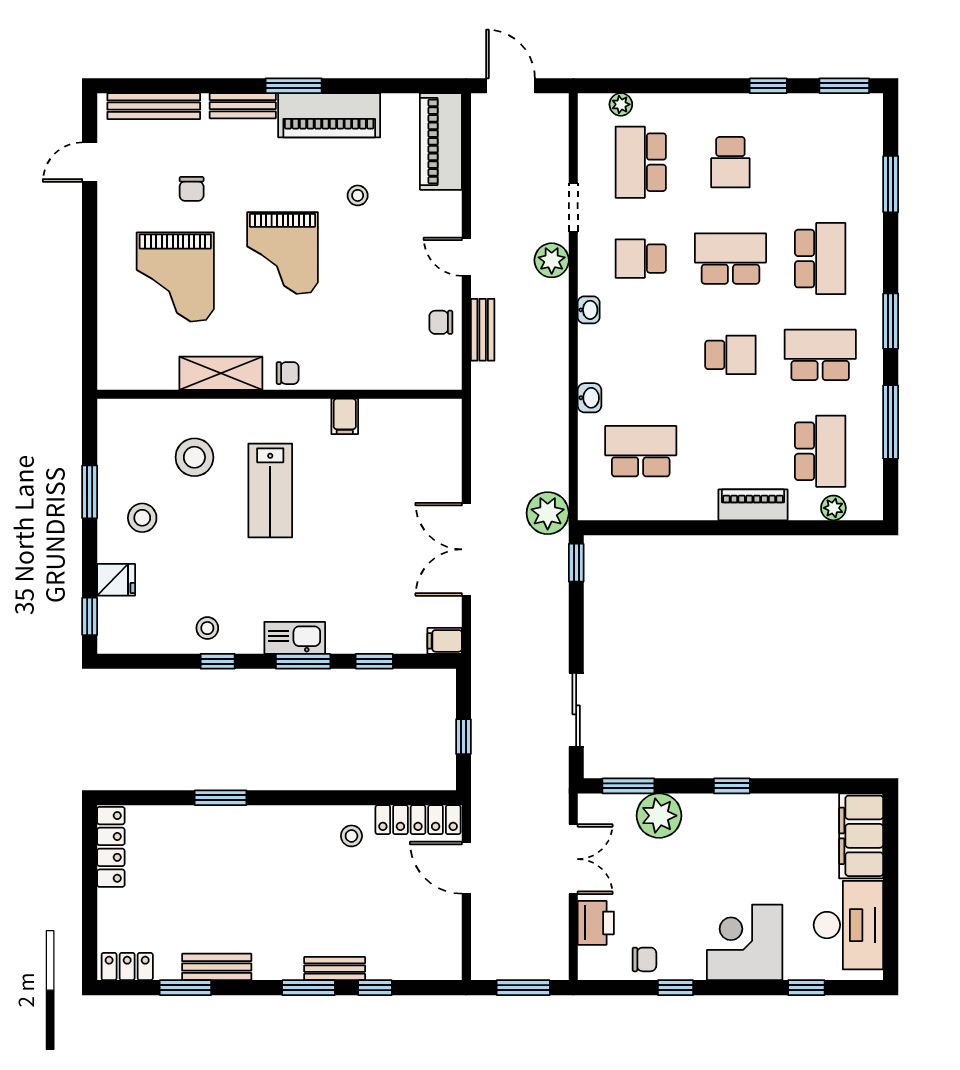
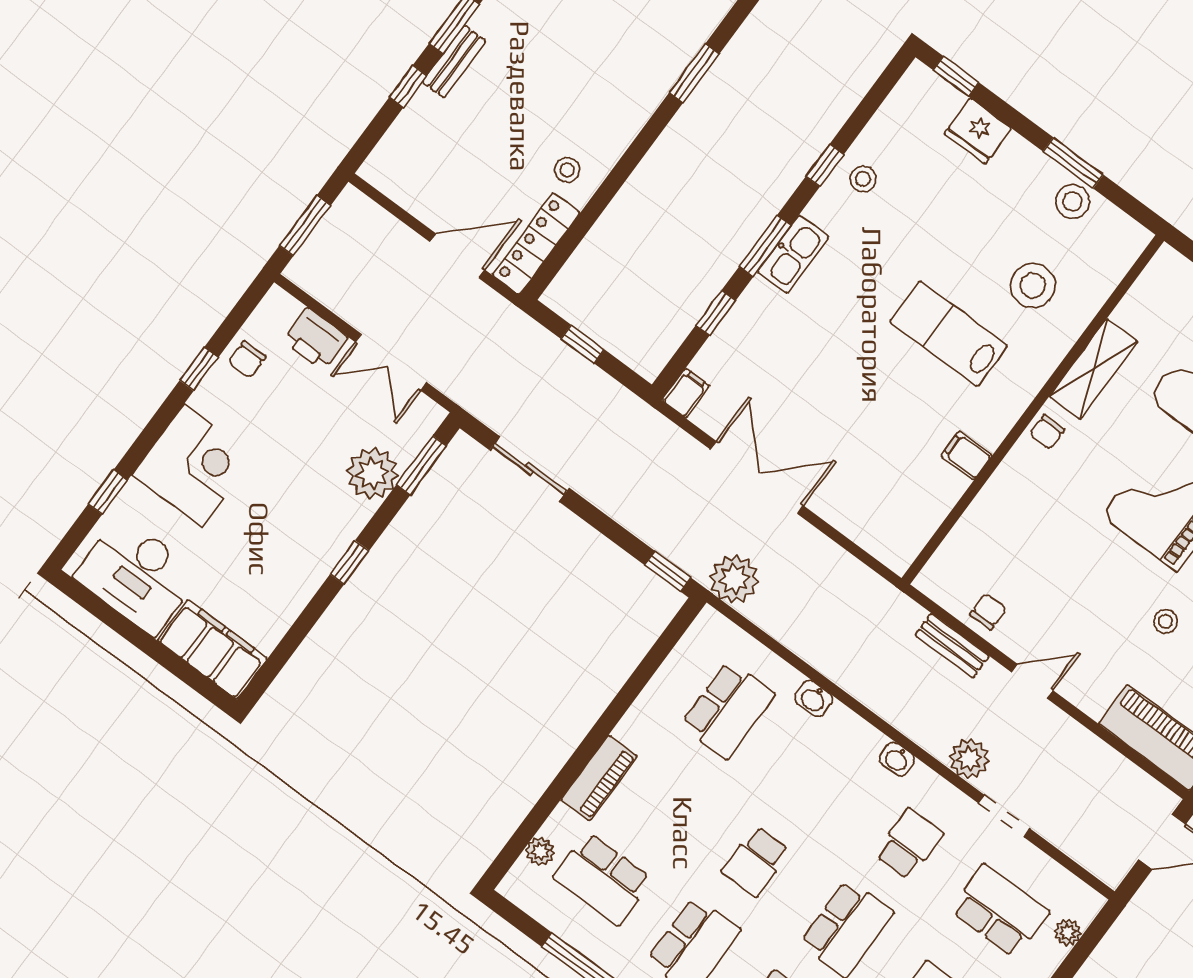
stool: (142, 518) -> (1073, 201), moved
fridge: (116, 580) -> (978, 131), width x1.38

